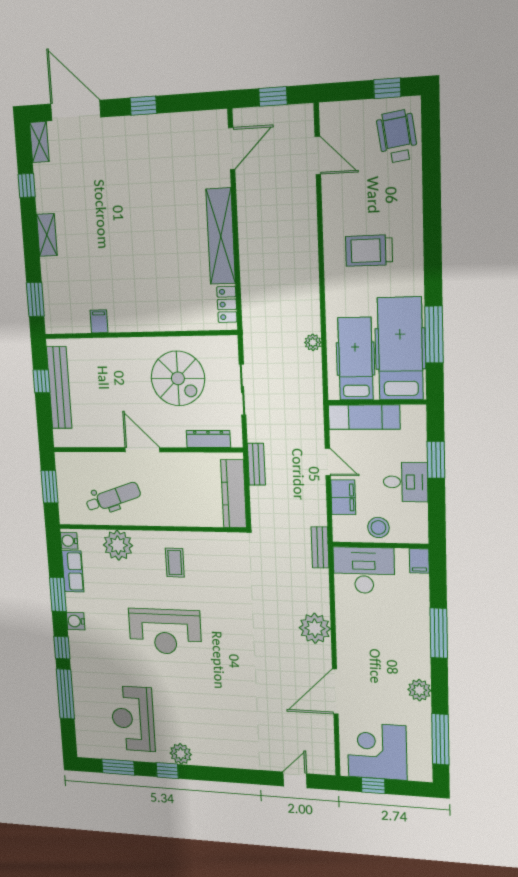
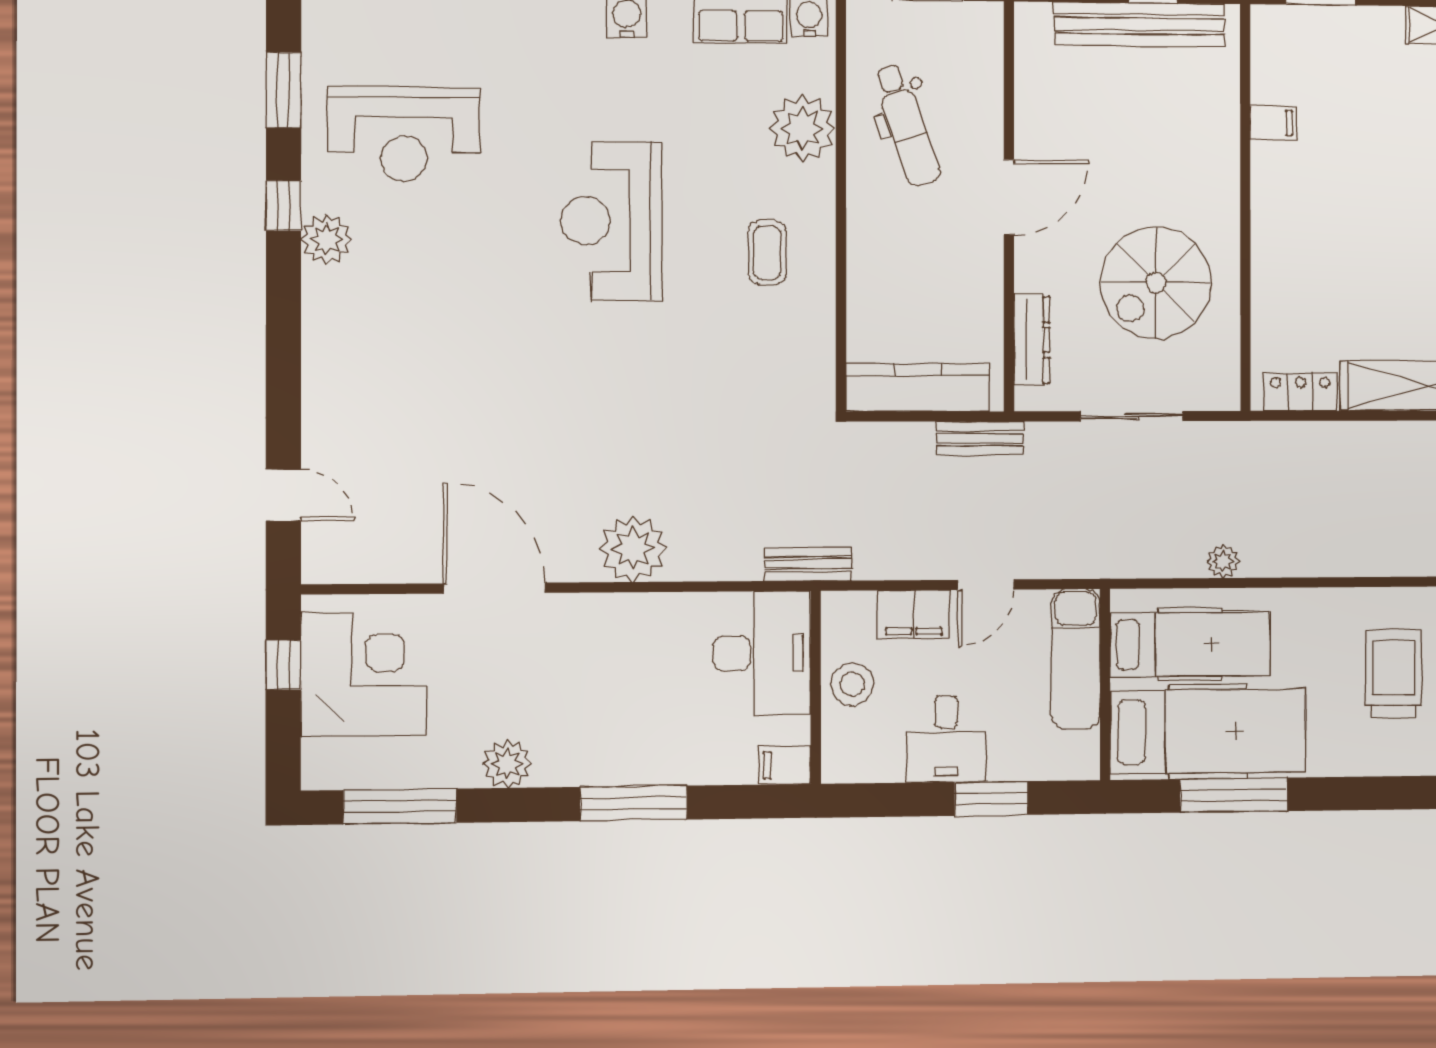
coffee table: (175, 563) -> (767, 252), turned 90
reception desk: (133, 719) -> (404, 134), turned 180

